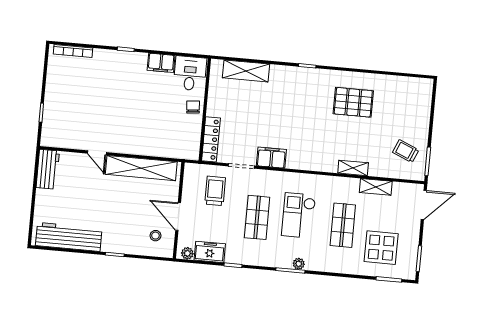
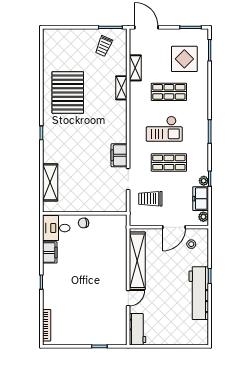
pallet: (353, 102) -> (68, 92), width x1.37, depth x1.41
locker: (211, 139) -> (109, 206), removed
workbench: (48, 169) -> (138, 329), moved, turned 90
workbench: (69, 237) -> (199, 293), moved
plant: (299, 264) -> (204, 181), moved

